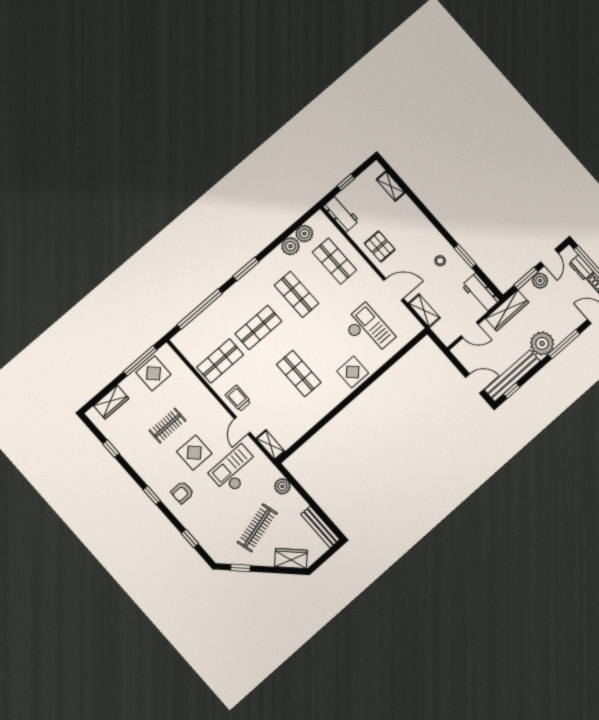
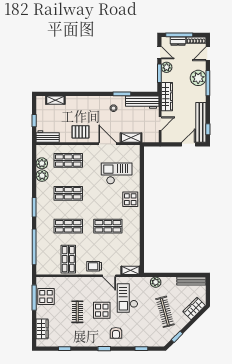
door: (393, 289) -> (107, 144), hinge flipped
workbench: (481, 293) -> (142, 102), width x1.37
shop shelf: (258, 328) -> (68, 226), turned 90
plant: (542, 343) -> (198, 78), moved

